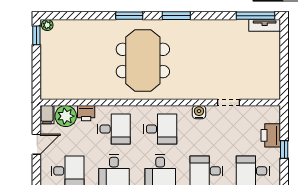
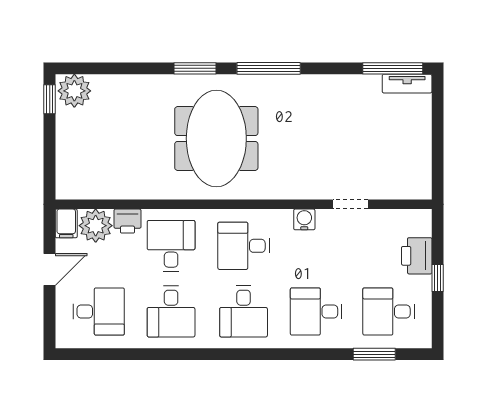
window: (176, 16) -> (269, 68), width x1.44
plant: (47, 25) -> (74, 91), width x1.87, depth x1.87
desk: (114, 129) -> (171, 246), turned -90
desk: (160, 129) -> (244, 246), turned 180

